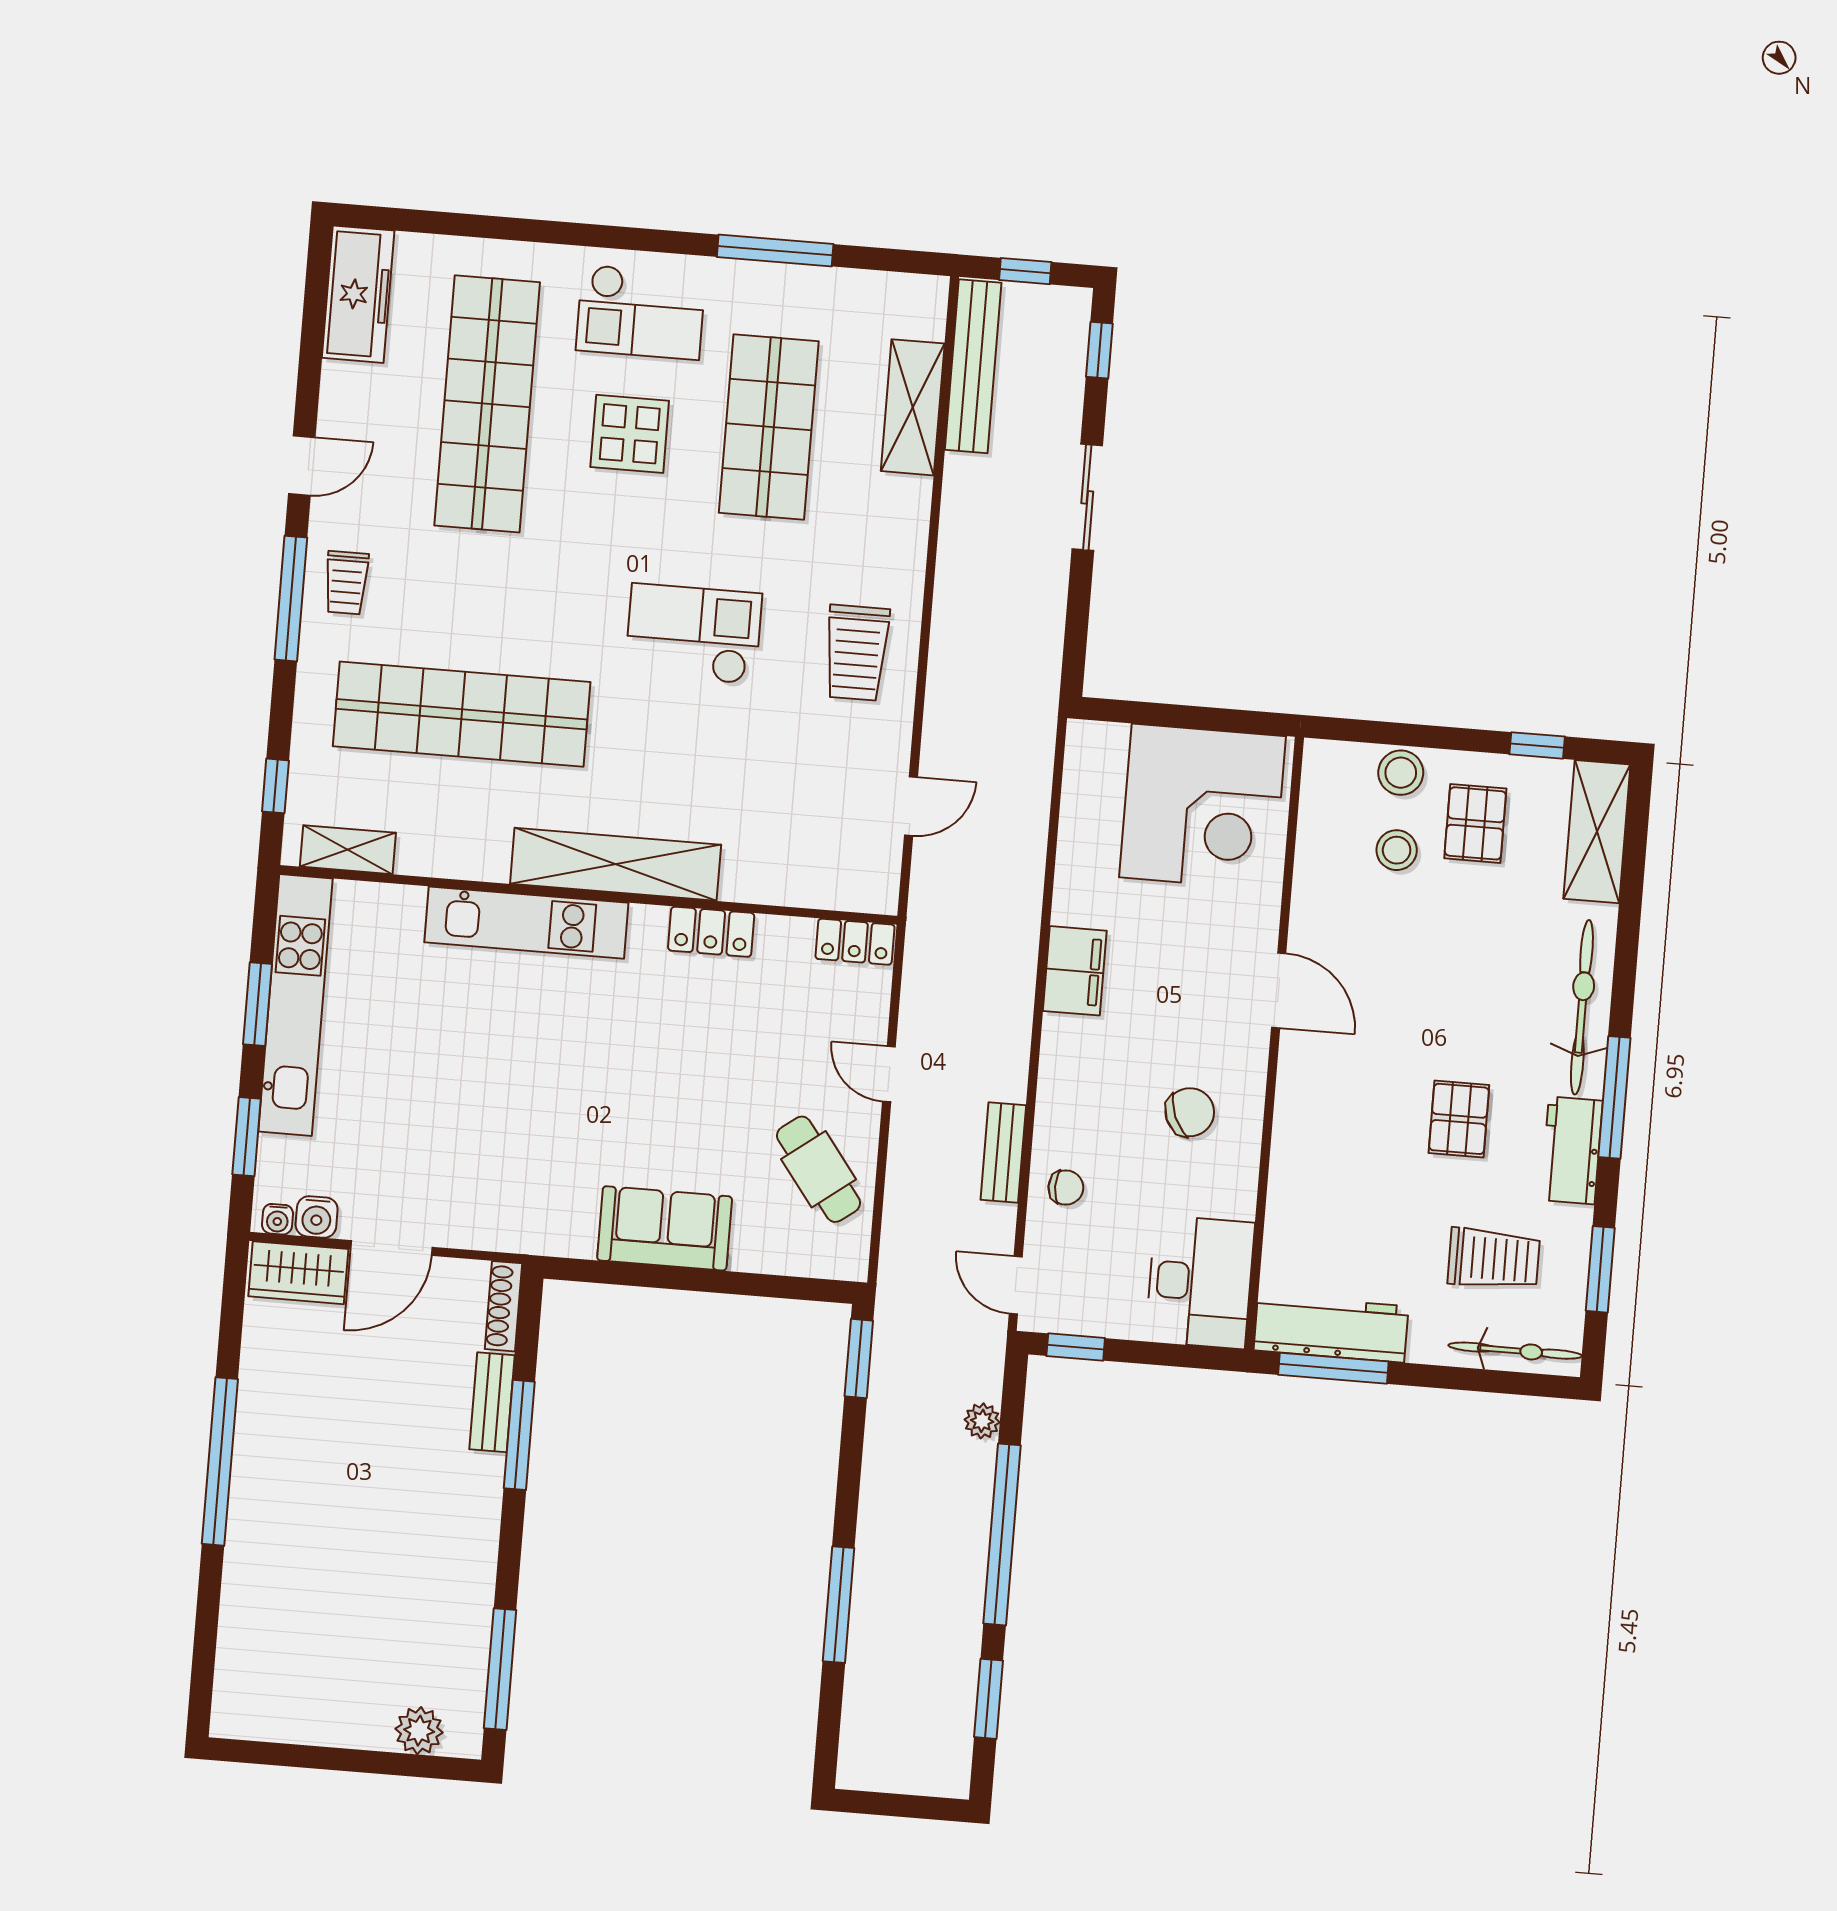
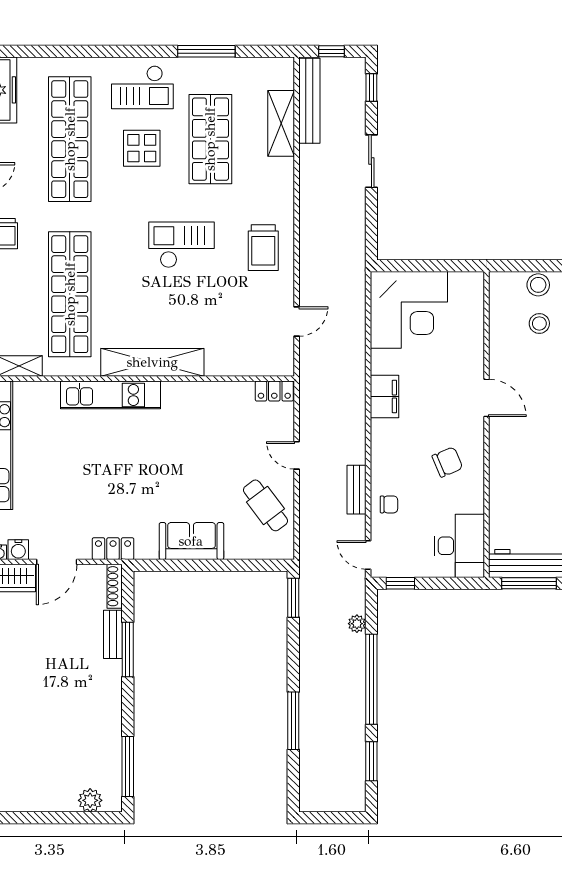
shop shelf: (462, 714) -> (70, 294), turned 90
corner desk: (1203, 807) -> (409, 310), moved
locker: (711, 932) -> (113, 549), moved, turned 180

